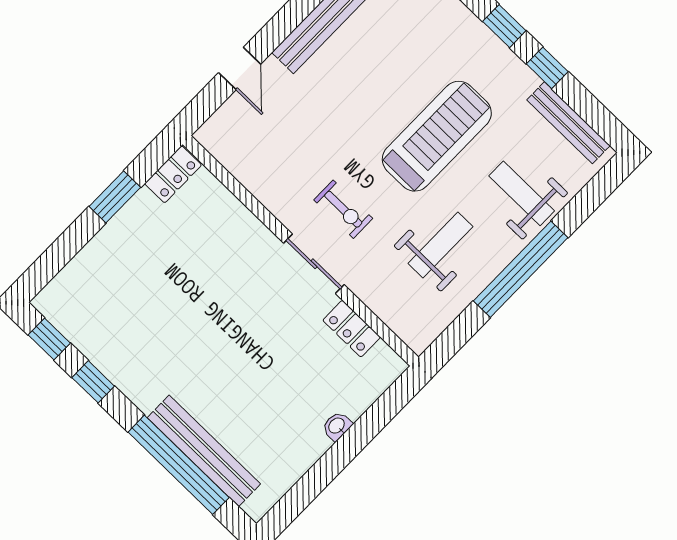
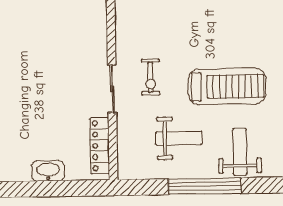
locker: (352, 329) -> (100, 146), width x1.53
washbasin: (337, 426) -> (48, 171), width x1.91, depth x1.45

